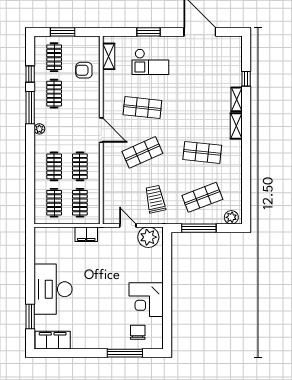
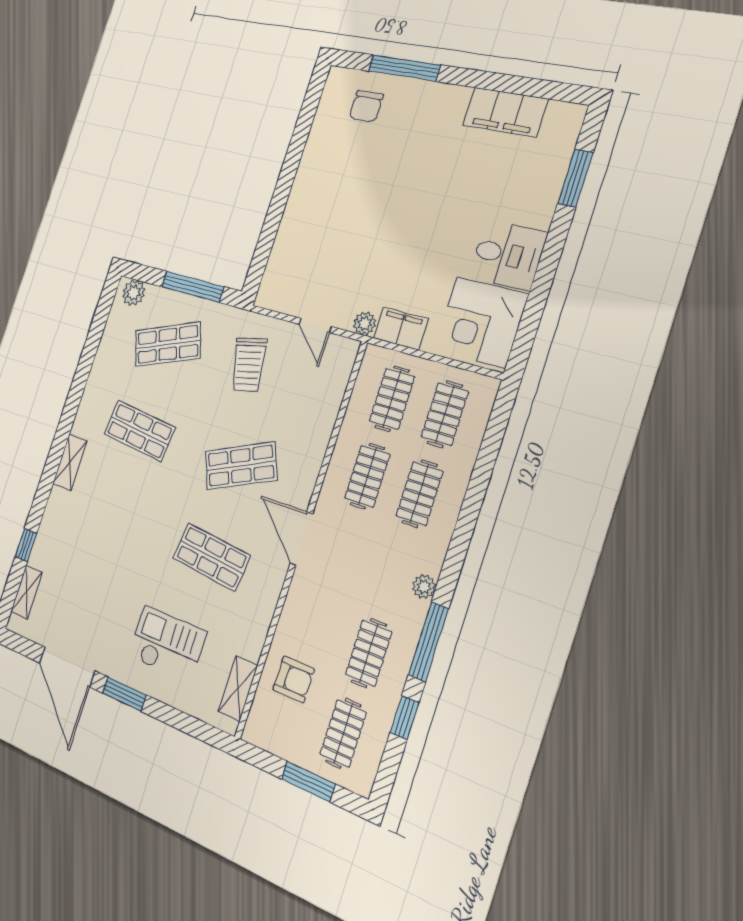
window: (149, 32) -> (124, 694), moved
shelving: (237, 99) -> (27, 592), moved
plant: (148, 237) -> (365, 323), moved, width x0.53, depth x0.53
desk: (53, 289) -> (508, 255), width x0.53, depth x0.77
corner desk: (146, 300) -> (481, 322), moved, turned 180
filing cabinet: (53, 340) -> (505, 112), moved

